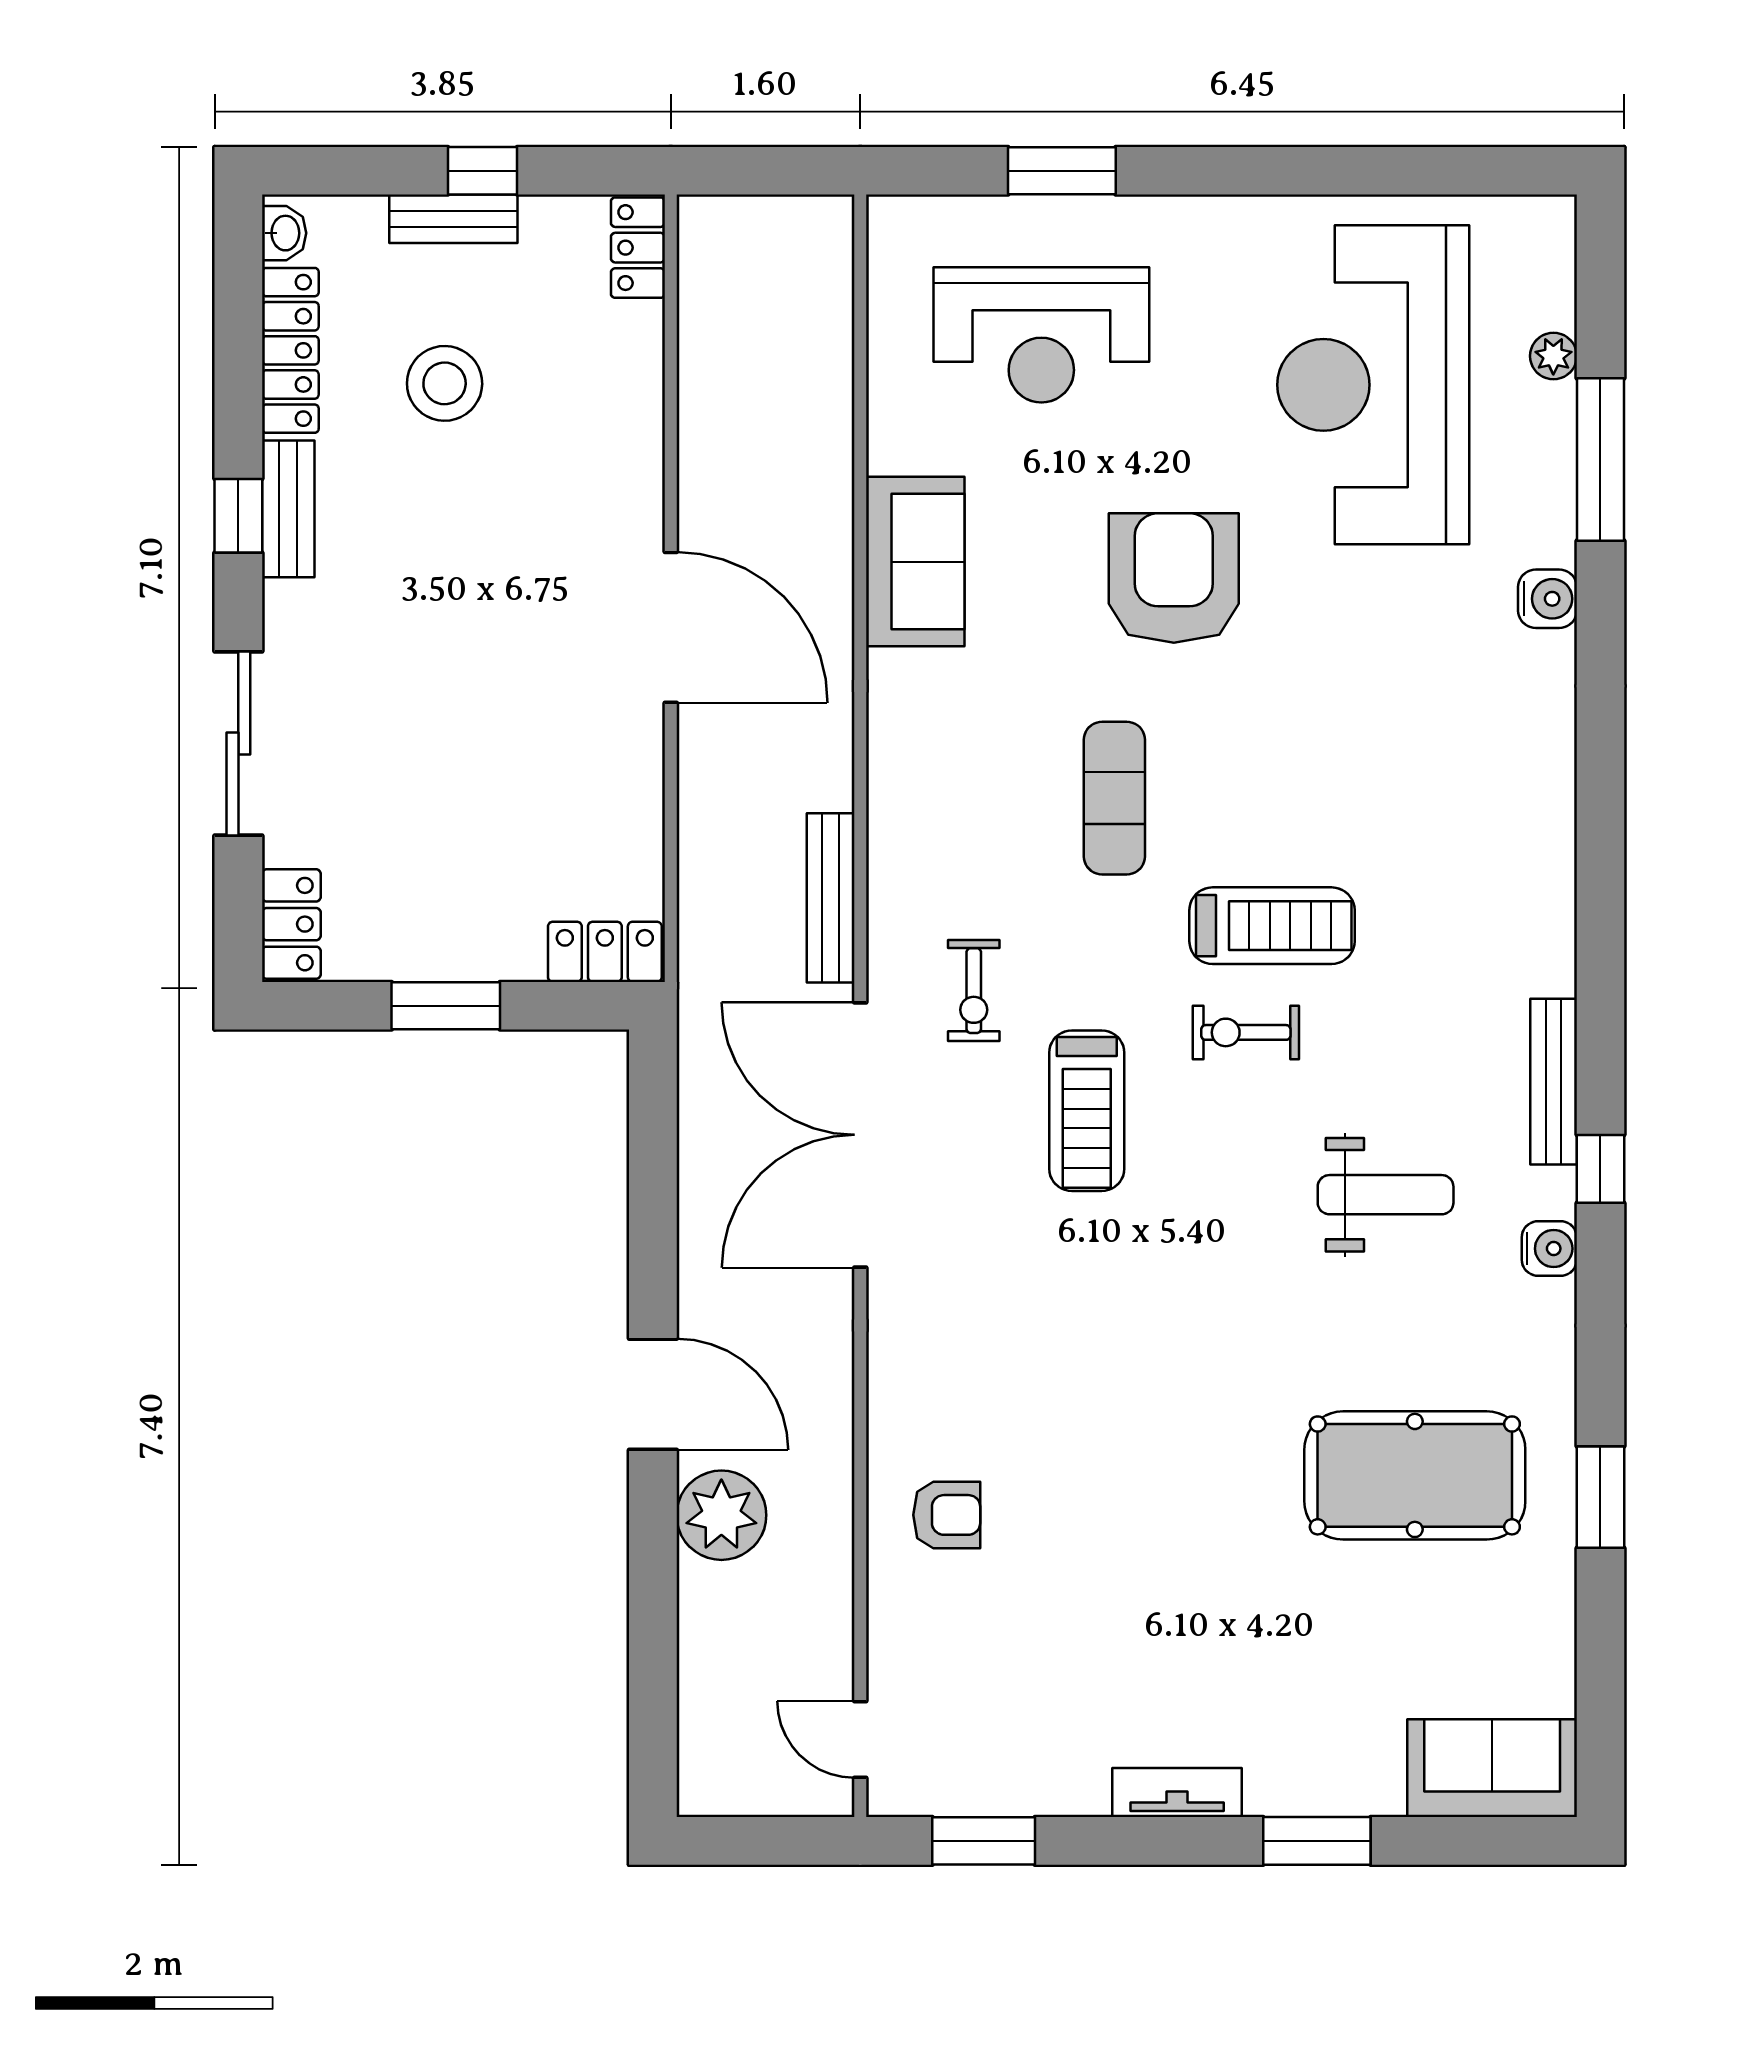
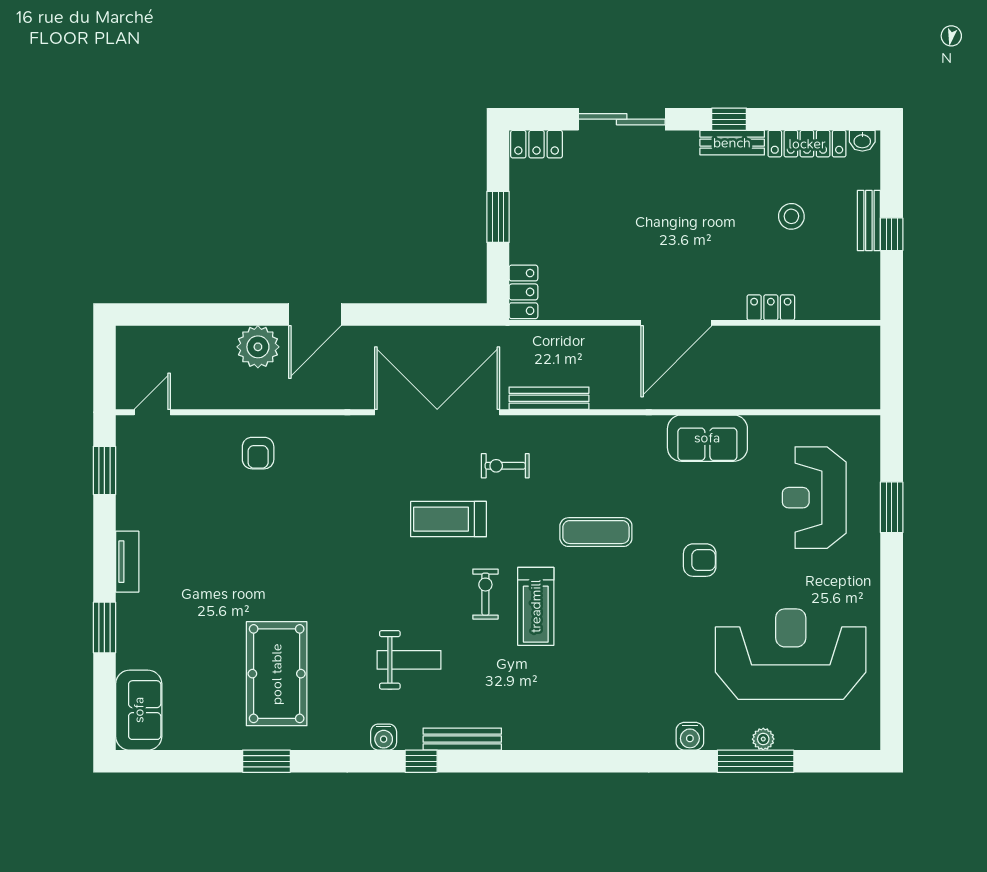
locker: (638, 248) -> (771, 307), moved
plant: (1553, 356) -> (763, 739), moved
stool: (445, 383) -> (791, 216), width x0.73, depth x0.73
armchair: (1174, 578) -> (700, 560), width x0.53, depth x0.53
weight bench: (1386, 1195) -> (409, 660), turned -90

